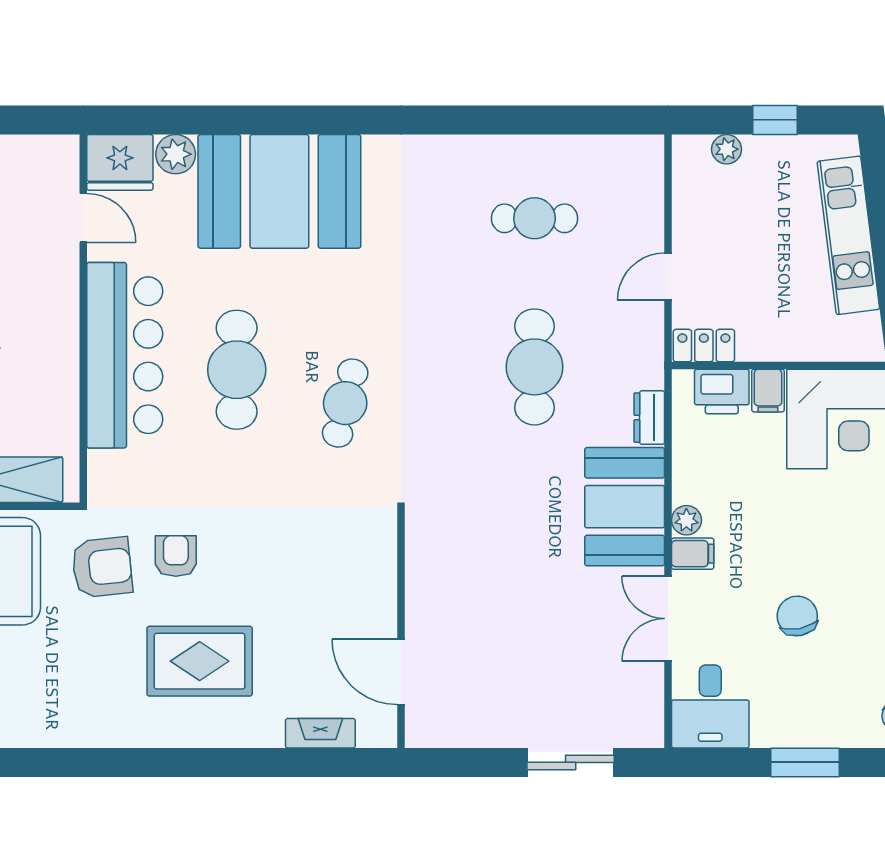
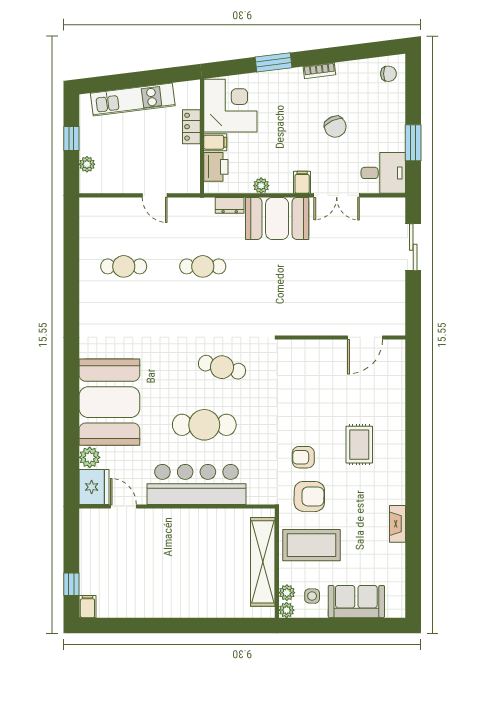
door: (83, 218) -> (123, 506), hinge flipped
cafe table: (535, 218) -> (124, 266), turned 90
locker: (704, 346) -> (191, 127), moved
cafe table: (535, 367) -> (203, 266), width x0.73, depth x0.74
plant: (686, 520) -> (261, 186), moved
armchair: (102, 567) -> (309, 496), turned 97
chair: (797, 616) -> (335, 127), turned -104
rug: (200, 661) -> (359, 445), width x0.73, depth x0.70
fireplace: (320, 733) -> (398, 524), moved
window: (805, 762) -> (413, 143), moved

